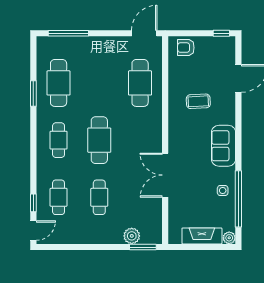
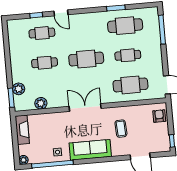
cafe table: (59, 140) -> (128, 55), moved
sofa: (224, 146) -> (90, 150), width x1.36
double door: (165, 175) -> (85, 107), moved
plant: (154, 207) -> (41, 103), added
door: (33, 231) -> (61, 13), moved
fireplace: (202, 236) -> (22, 130), moved

